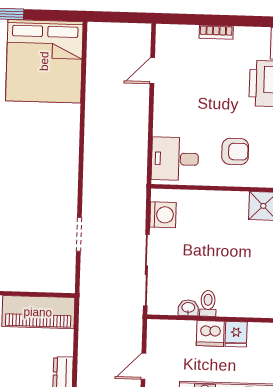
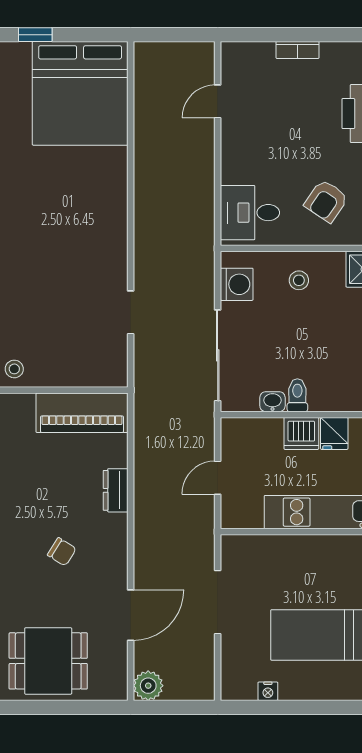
armchair: (235, 151) -> (326, 201), turned 124
stool: (212, 213) -> (299, 280), added

